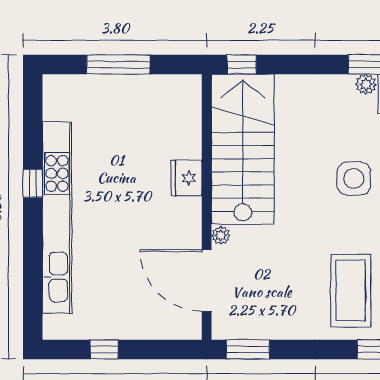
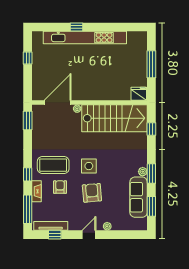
window: (242, 64) -> (151, 129), moved
fridge: (186, 178) -> (139, 94), moved
side table: (354, 179) -> (89, 166), moved
window: (33, 183) -> (77, 27), moved

